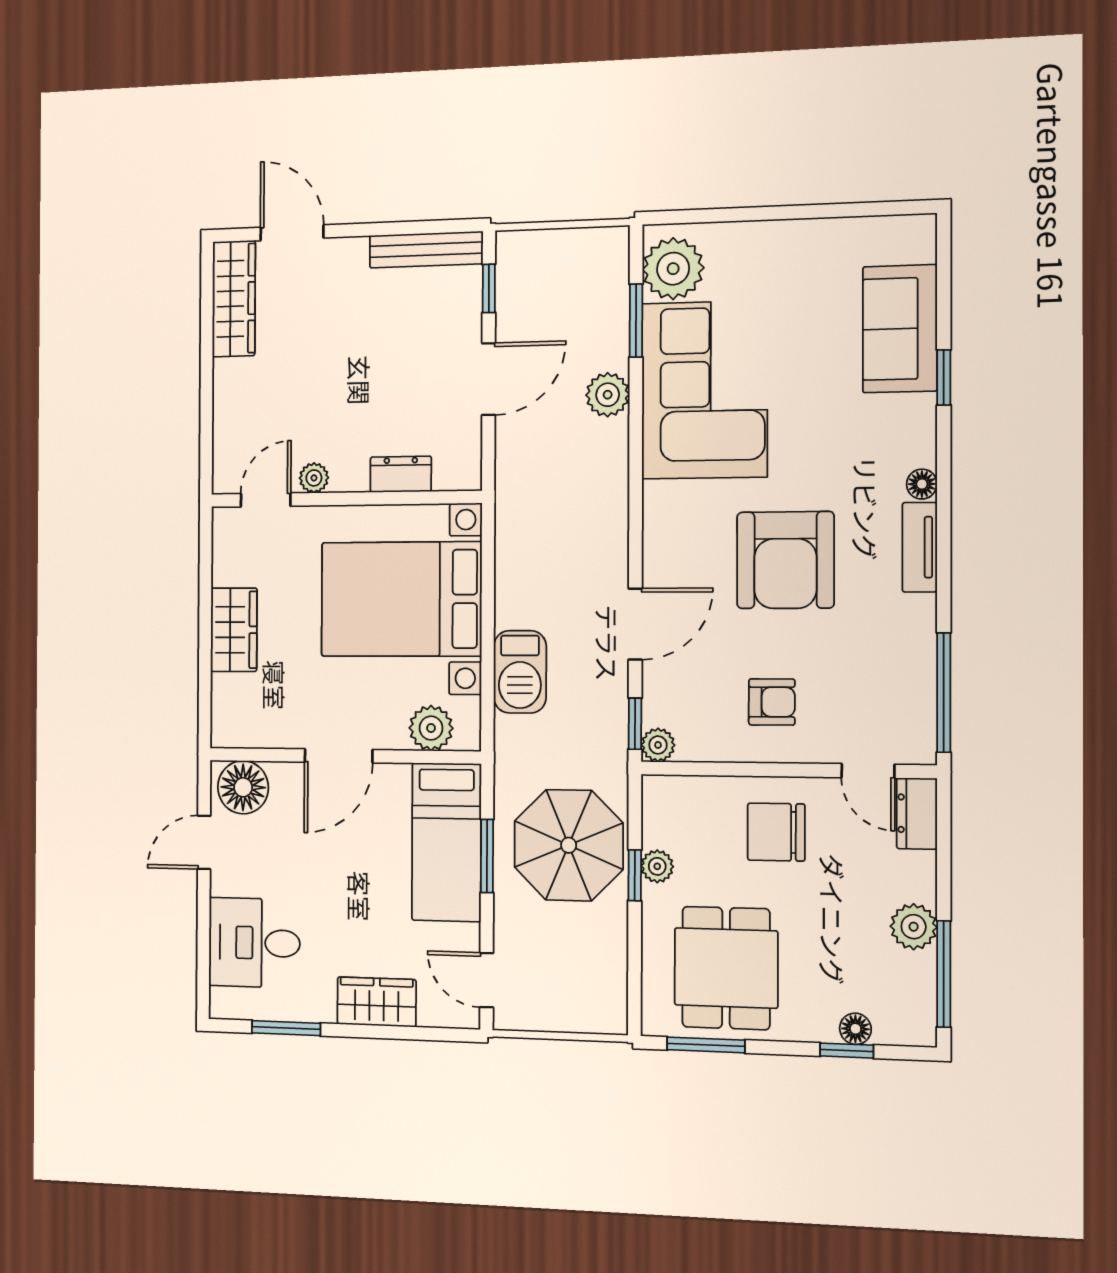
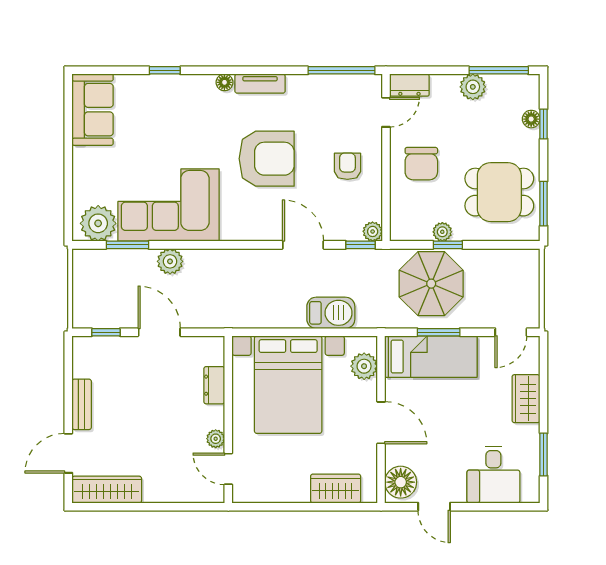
bench: (426, 250) -> (82, 404), moved, width x0.73
sofa: (900, 329) -> (93, 110), moved, turned -90
wardrobe: (234, 630) -> (336, 489), moved

